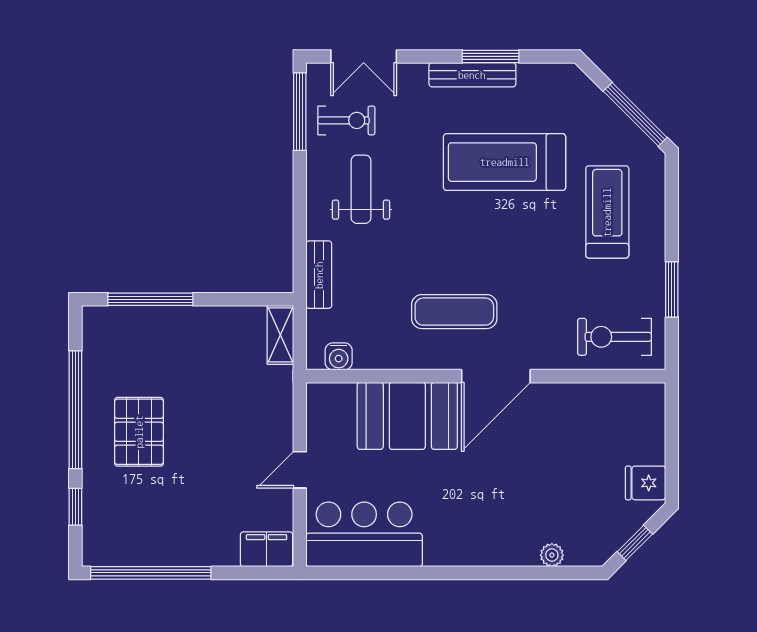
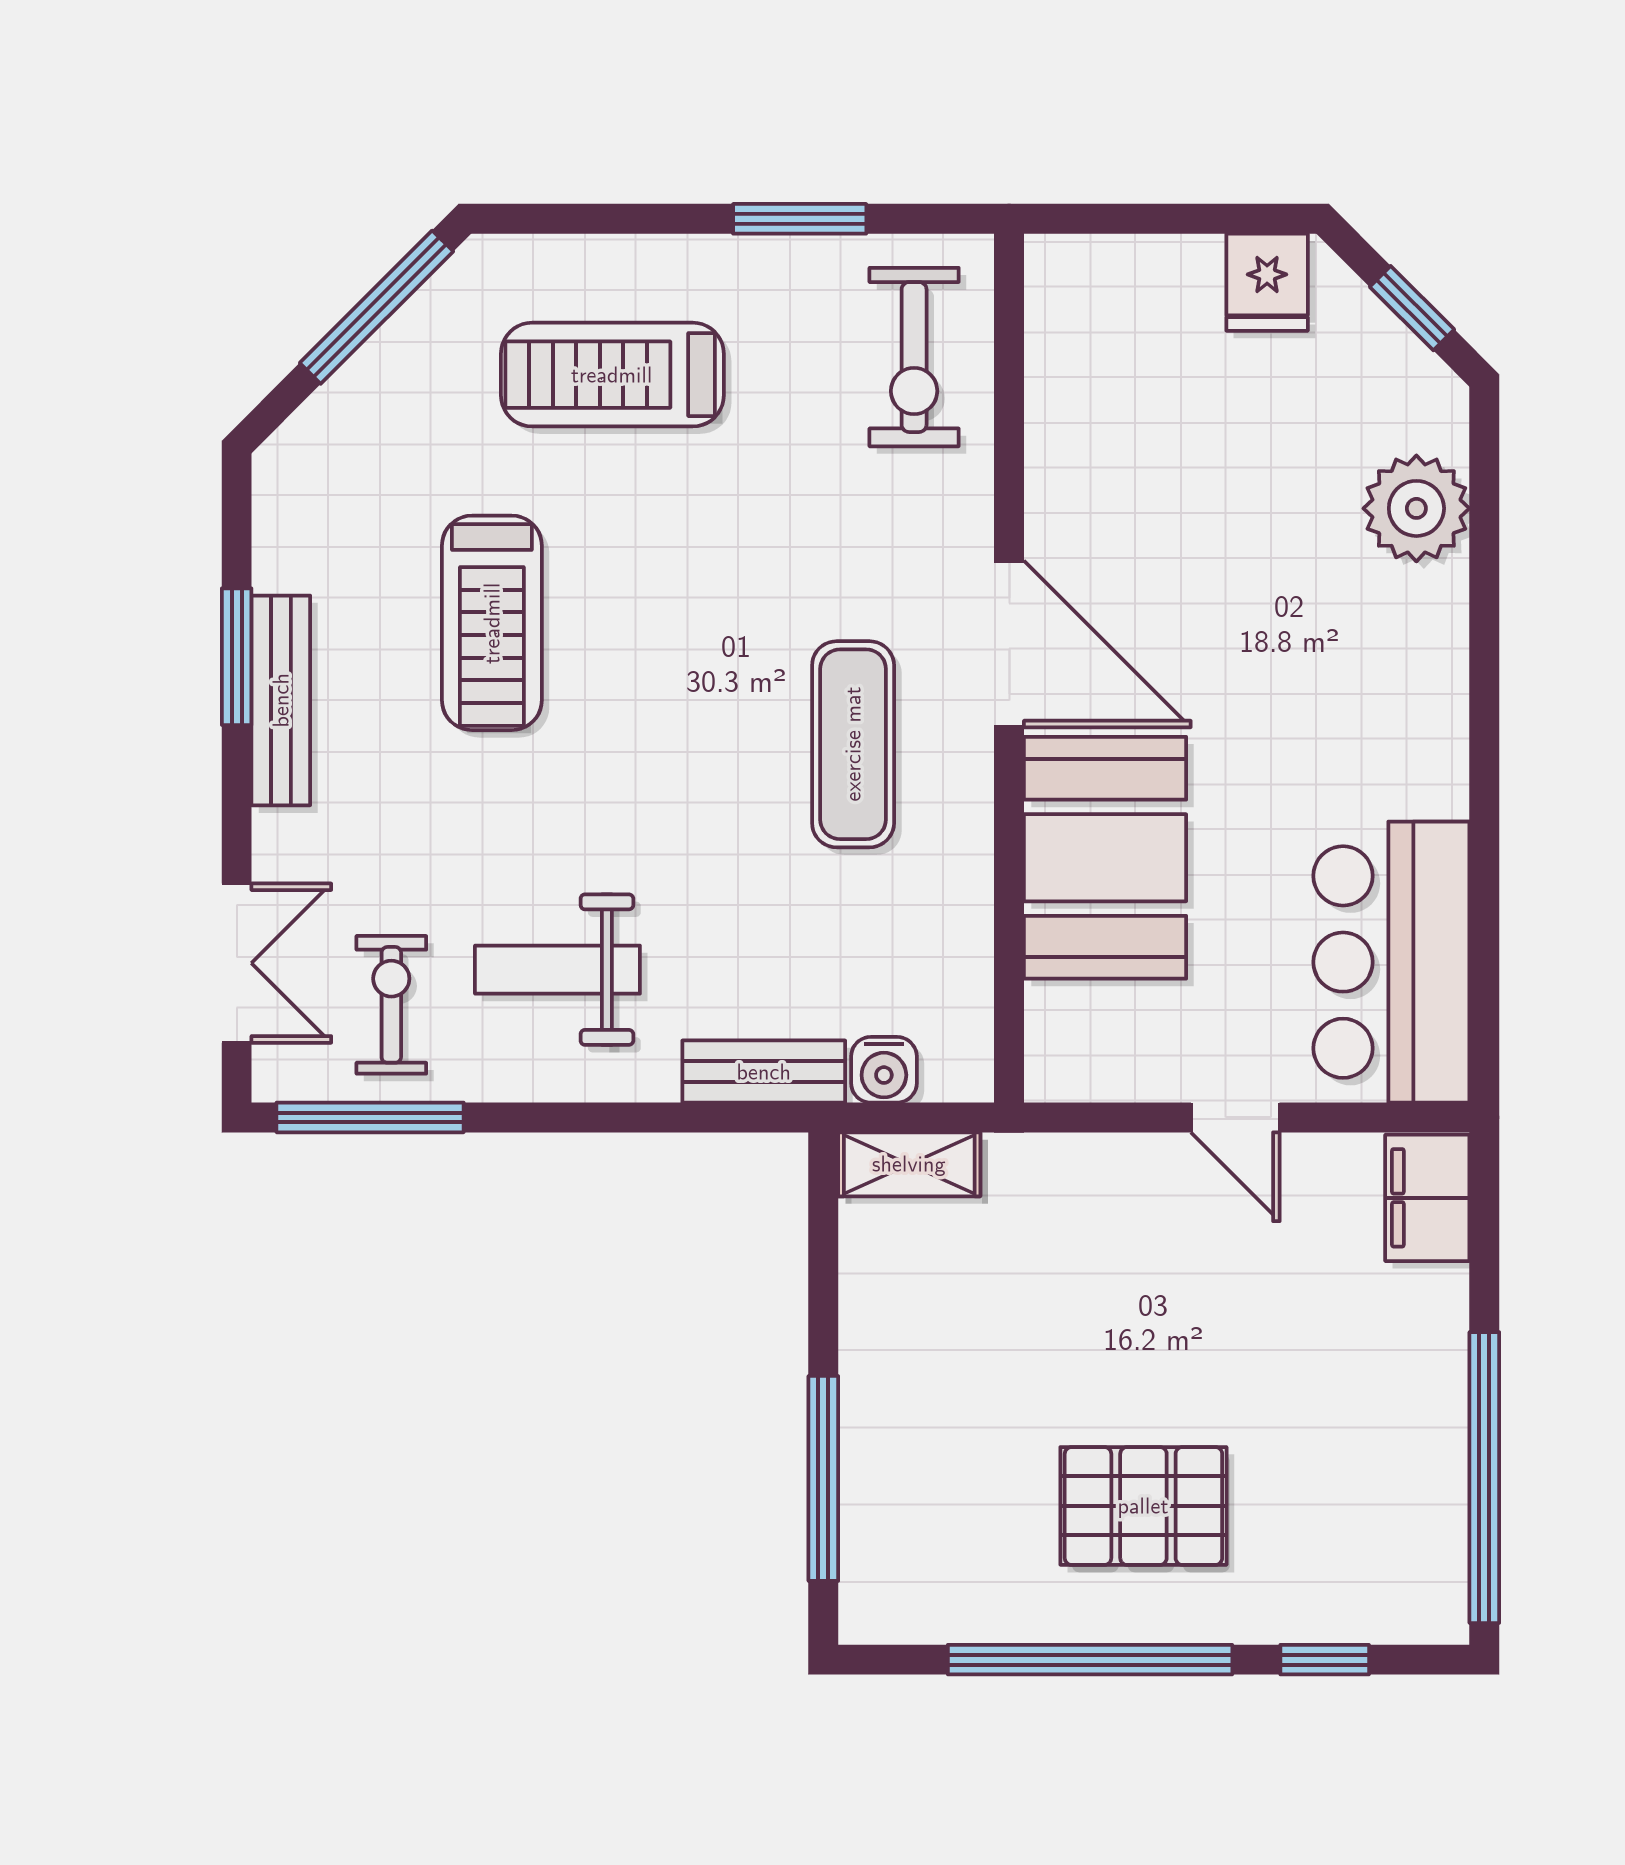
treadmill: (505, 162) -> (492, 623), width x0.73, depth x0.73
water cooler: (339, 356) -> (884, 1070), moved, turned 90
plant: (552, 555) -> (1416, 508), width x1.88, depth x1.88

